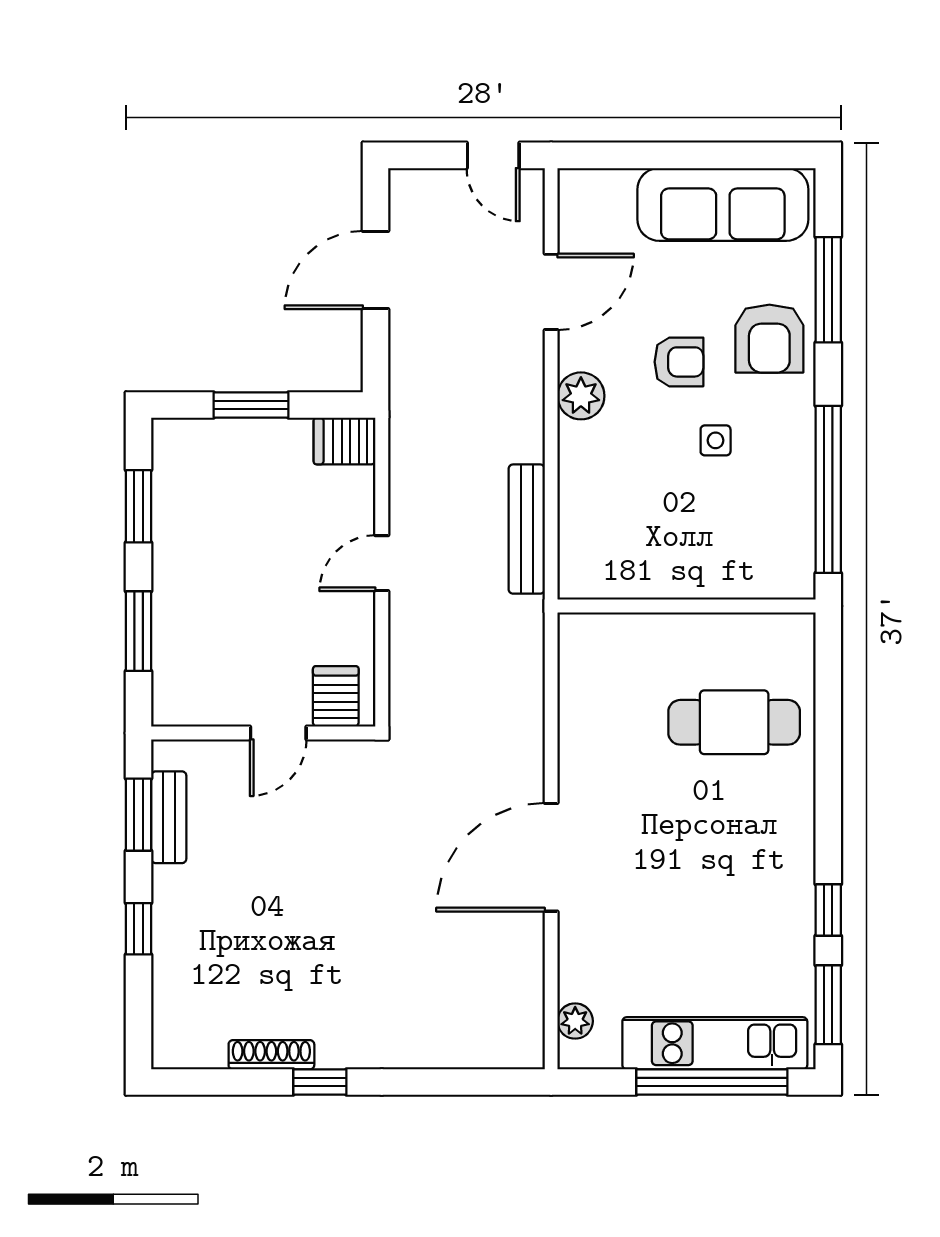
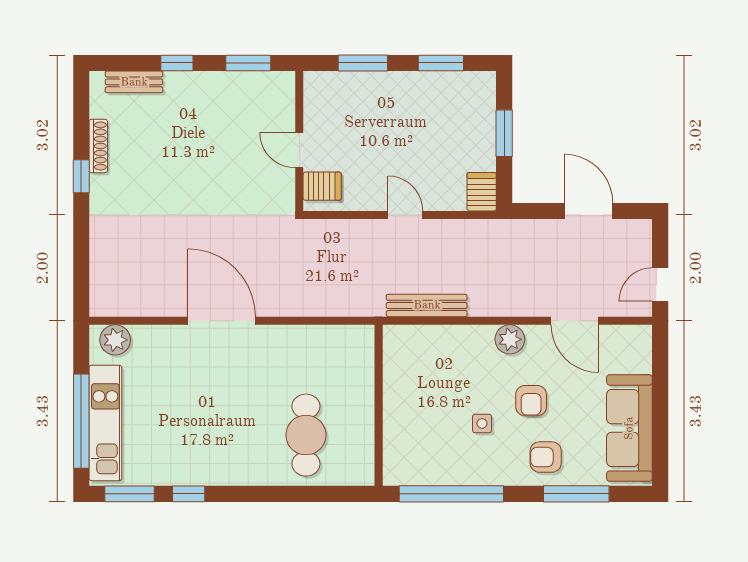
armchair: (769, 339) -> (546, 457), width x0.72, depth x0.72
bench: (169, 817) -> (134, 82), moved
plant: (575, 1021) -> (115, 340), width x1.38, depth x1.38

